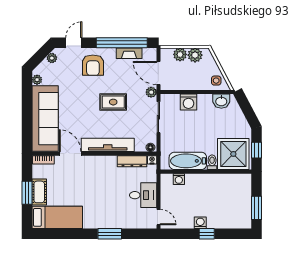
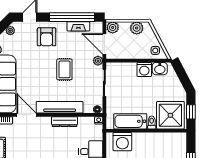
plant: (180, 54) -> (113, 27), moved
rug: (113, 102) -> (64, 69), turned 90
washing machine: (188, 102) -> (144, 69), moved
dresser: (132, 161) -> (64, 122), moved
washing machine: (179, 179) -> (122, 142), width x1.89, depth x1.89

